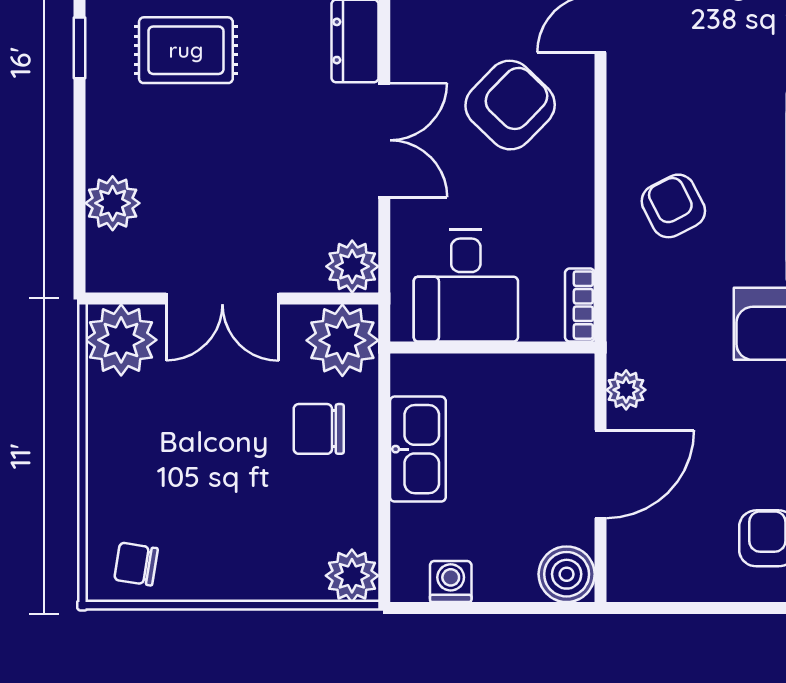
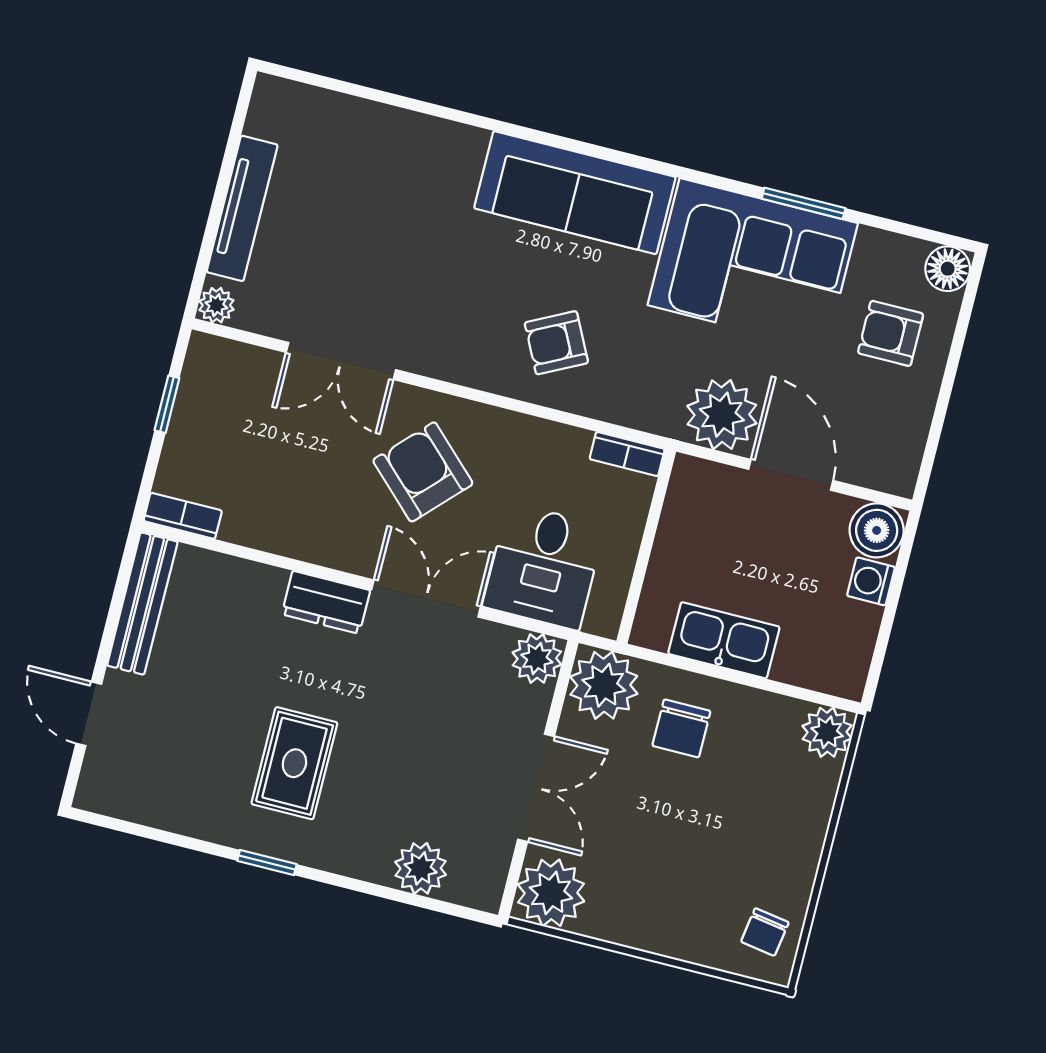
desk: (466, 286) -> (544, 566), moved, turned 90
plant: (626, 390) -> (722, 415), width x1.87, depth x1.87
washing machine: (451, 581) -> (871, 581), moved

